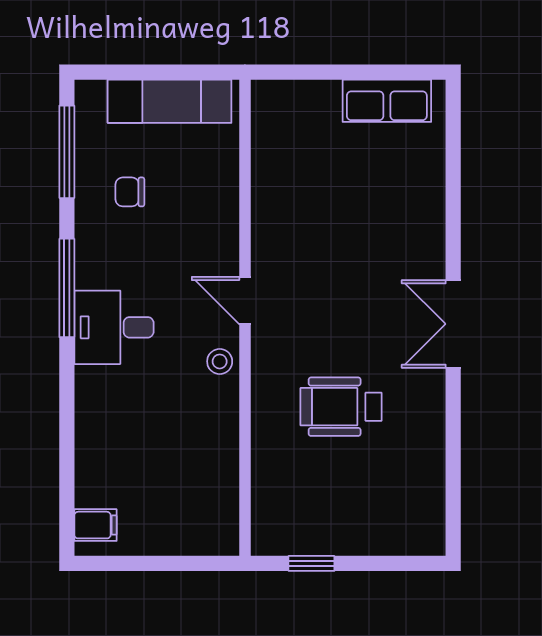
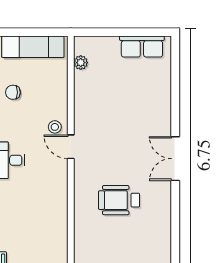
plant: (265, 133) -> (81, 63), added
stool: (220, 361) -> (55, 127), moved

